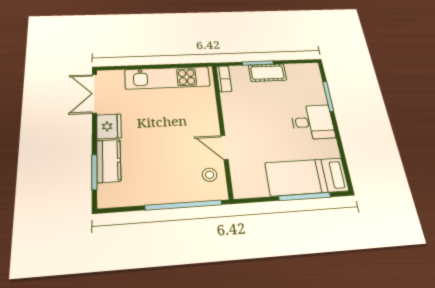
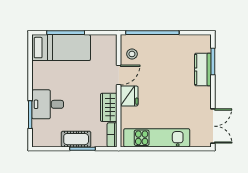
wardrobe: (232, 109) -> (109, 107), added
desk: (313, 122) -> (48, 104), moved
fridge: (109, 126) -> (129, 96), moved, turned 180
door: (224, 147) -> (119, 75), hinge flipped

